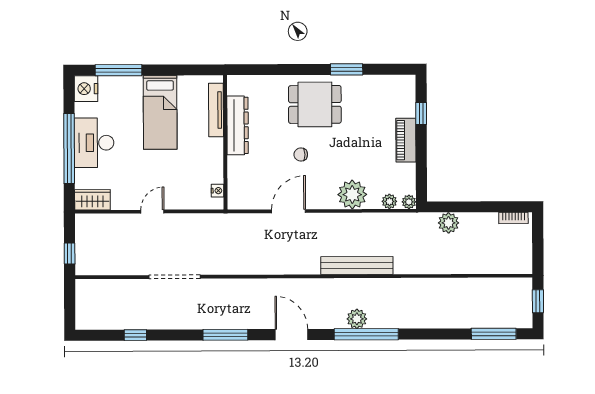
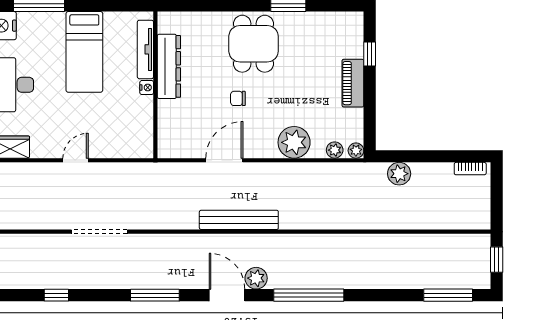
dining table: (315, 104) -> (254, 44), turned 90
nightstand: (217, 191) -> (147, 88), moved
bench: (357, 265) -> (239, 220), moved
plant: (357, 319) -> (256, 278), moved

